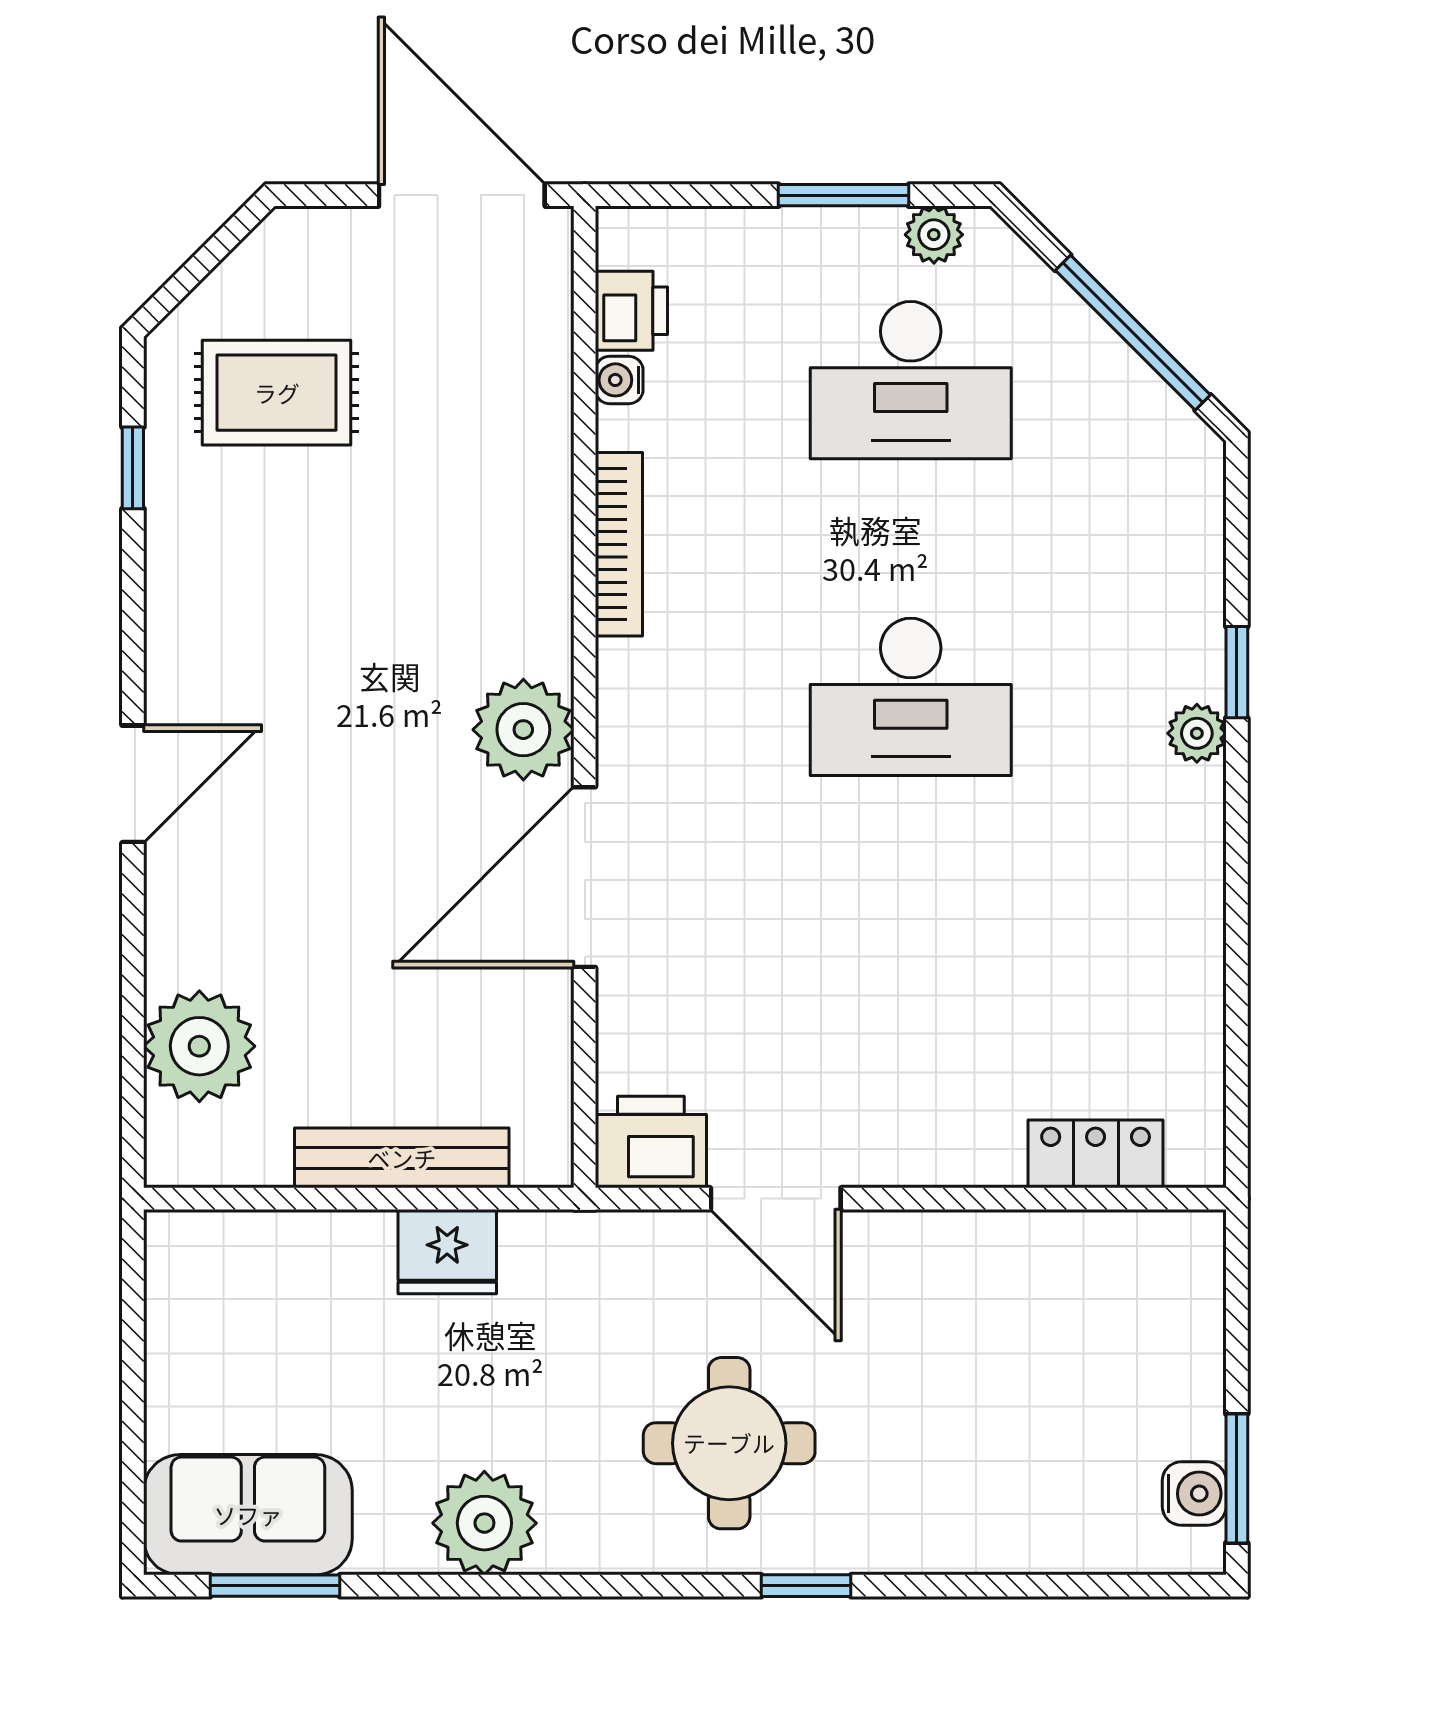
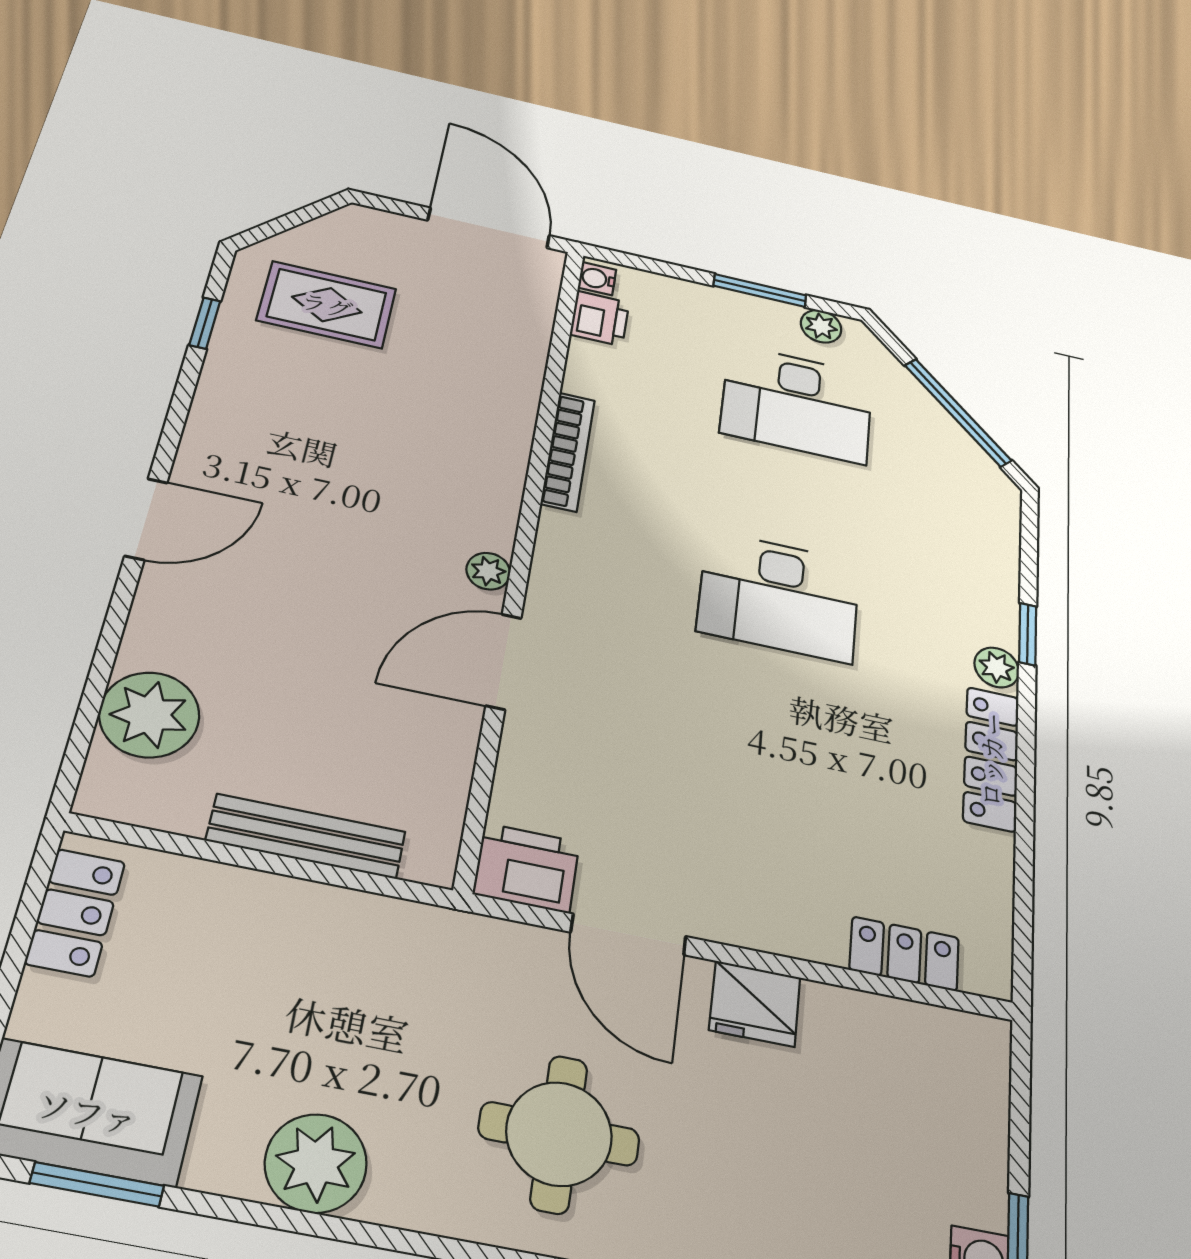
water cooler: (619, 380) -> (597, 279), moved
plant: (523, 730) -> (488, 571), width x0.53, depth x0.53
locker: (1193, 869) -> (991, 759), added
door: (585, 877) -> (504, 661), width x0.73
fridge: (447, 1252) -> (755, 1004), moved
locker: (181, 1301) -> (75, 912), added

